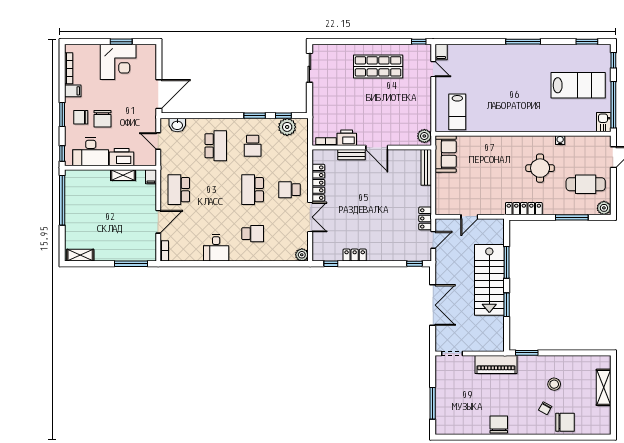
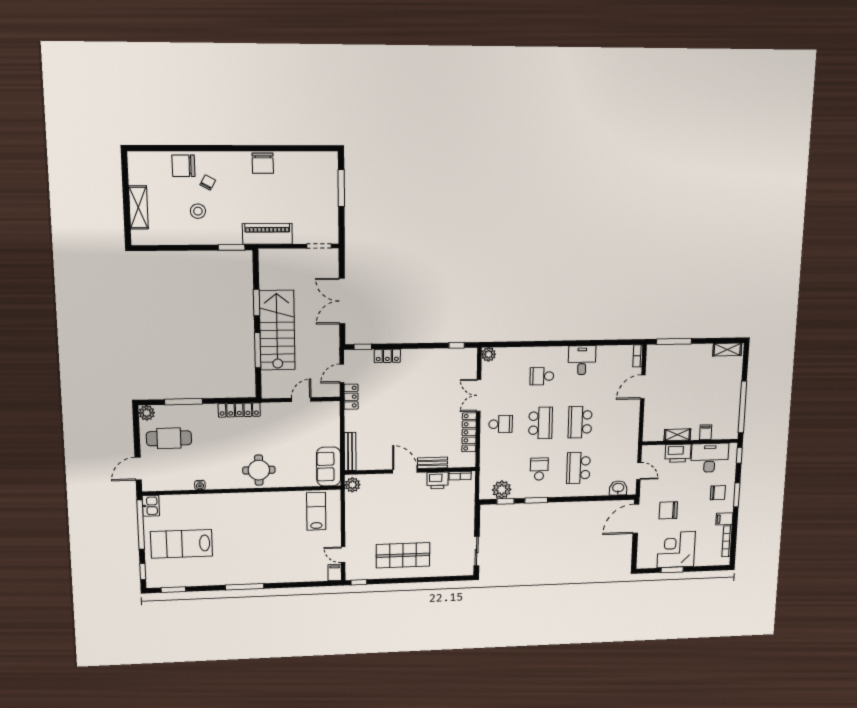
chair: (103, 119) -> (668, 510), moved, turned -90
round table: (540, 168) -> (259, 470), moved
filing cabinet: (151, 177) -> (706, 432), moved
school desk: (179, 190) -> (580, 422), moved, turned 180
locker: (355, 255) -> (387, 356), moved

